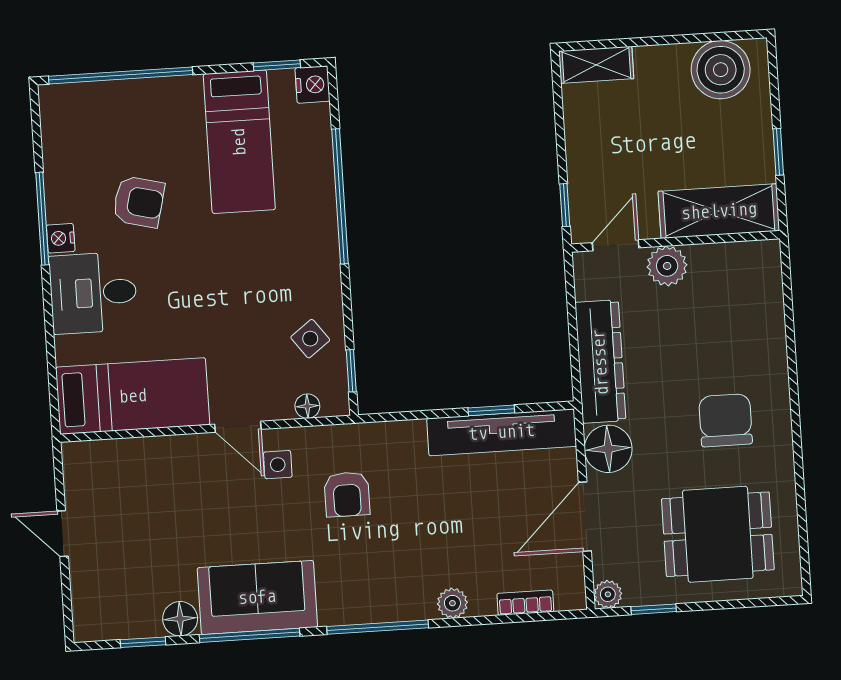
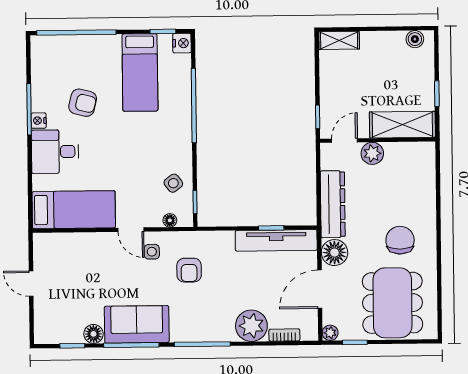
boiler: (721, 70) -> (415, 39), width x0.54, depth x0.54
dining table: (718, 534) -> (392, 303), width x1.38
plant: (452, 603) -> (251, 326), width x1.88, depth x1.88

